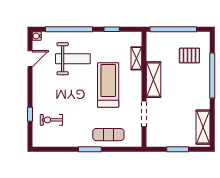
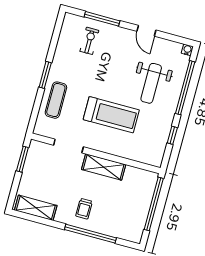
pallet: (189, 56) -> (120, 214), removed
shelving: (136, 58) -> (132, 154), removed
door: (30, 59) -> (146, 31), moved
trolley: (193, 87) -> (84, 209), added
window: (30, 114) -> (102, 19), width x2.17
window: (178, 149) -> (22, 159), moved

